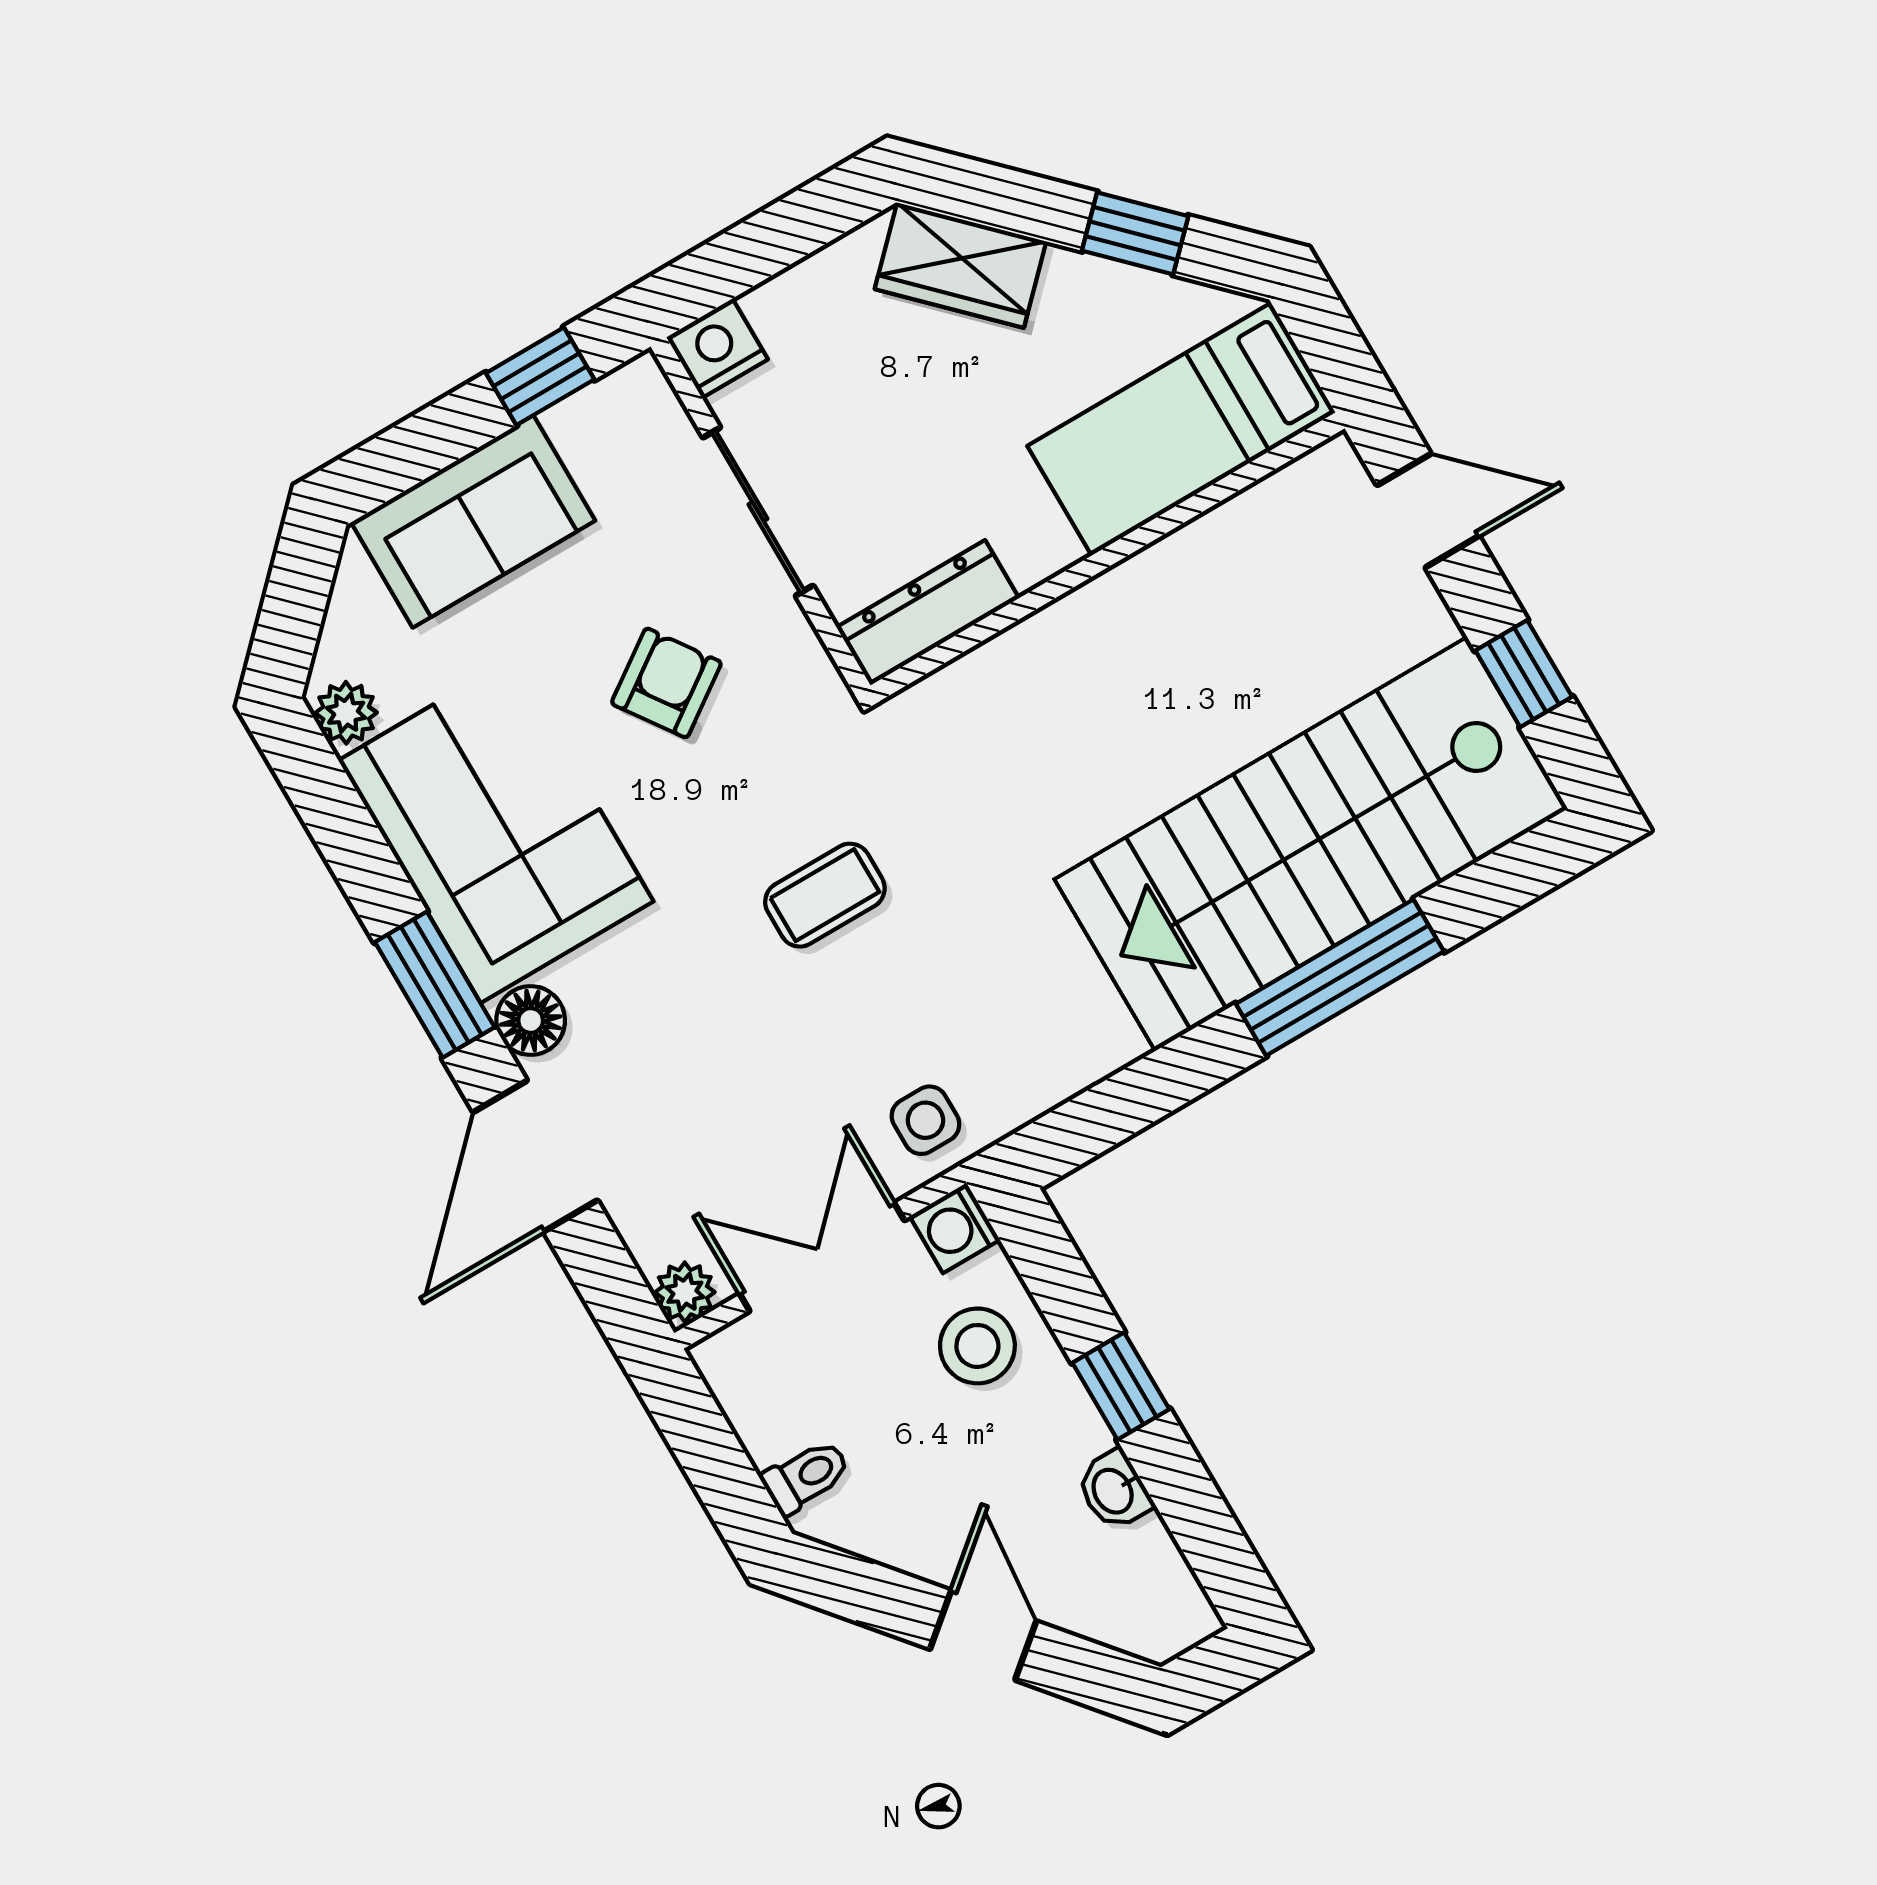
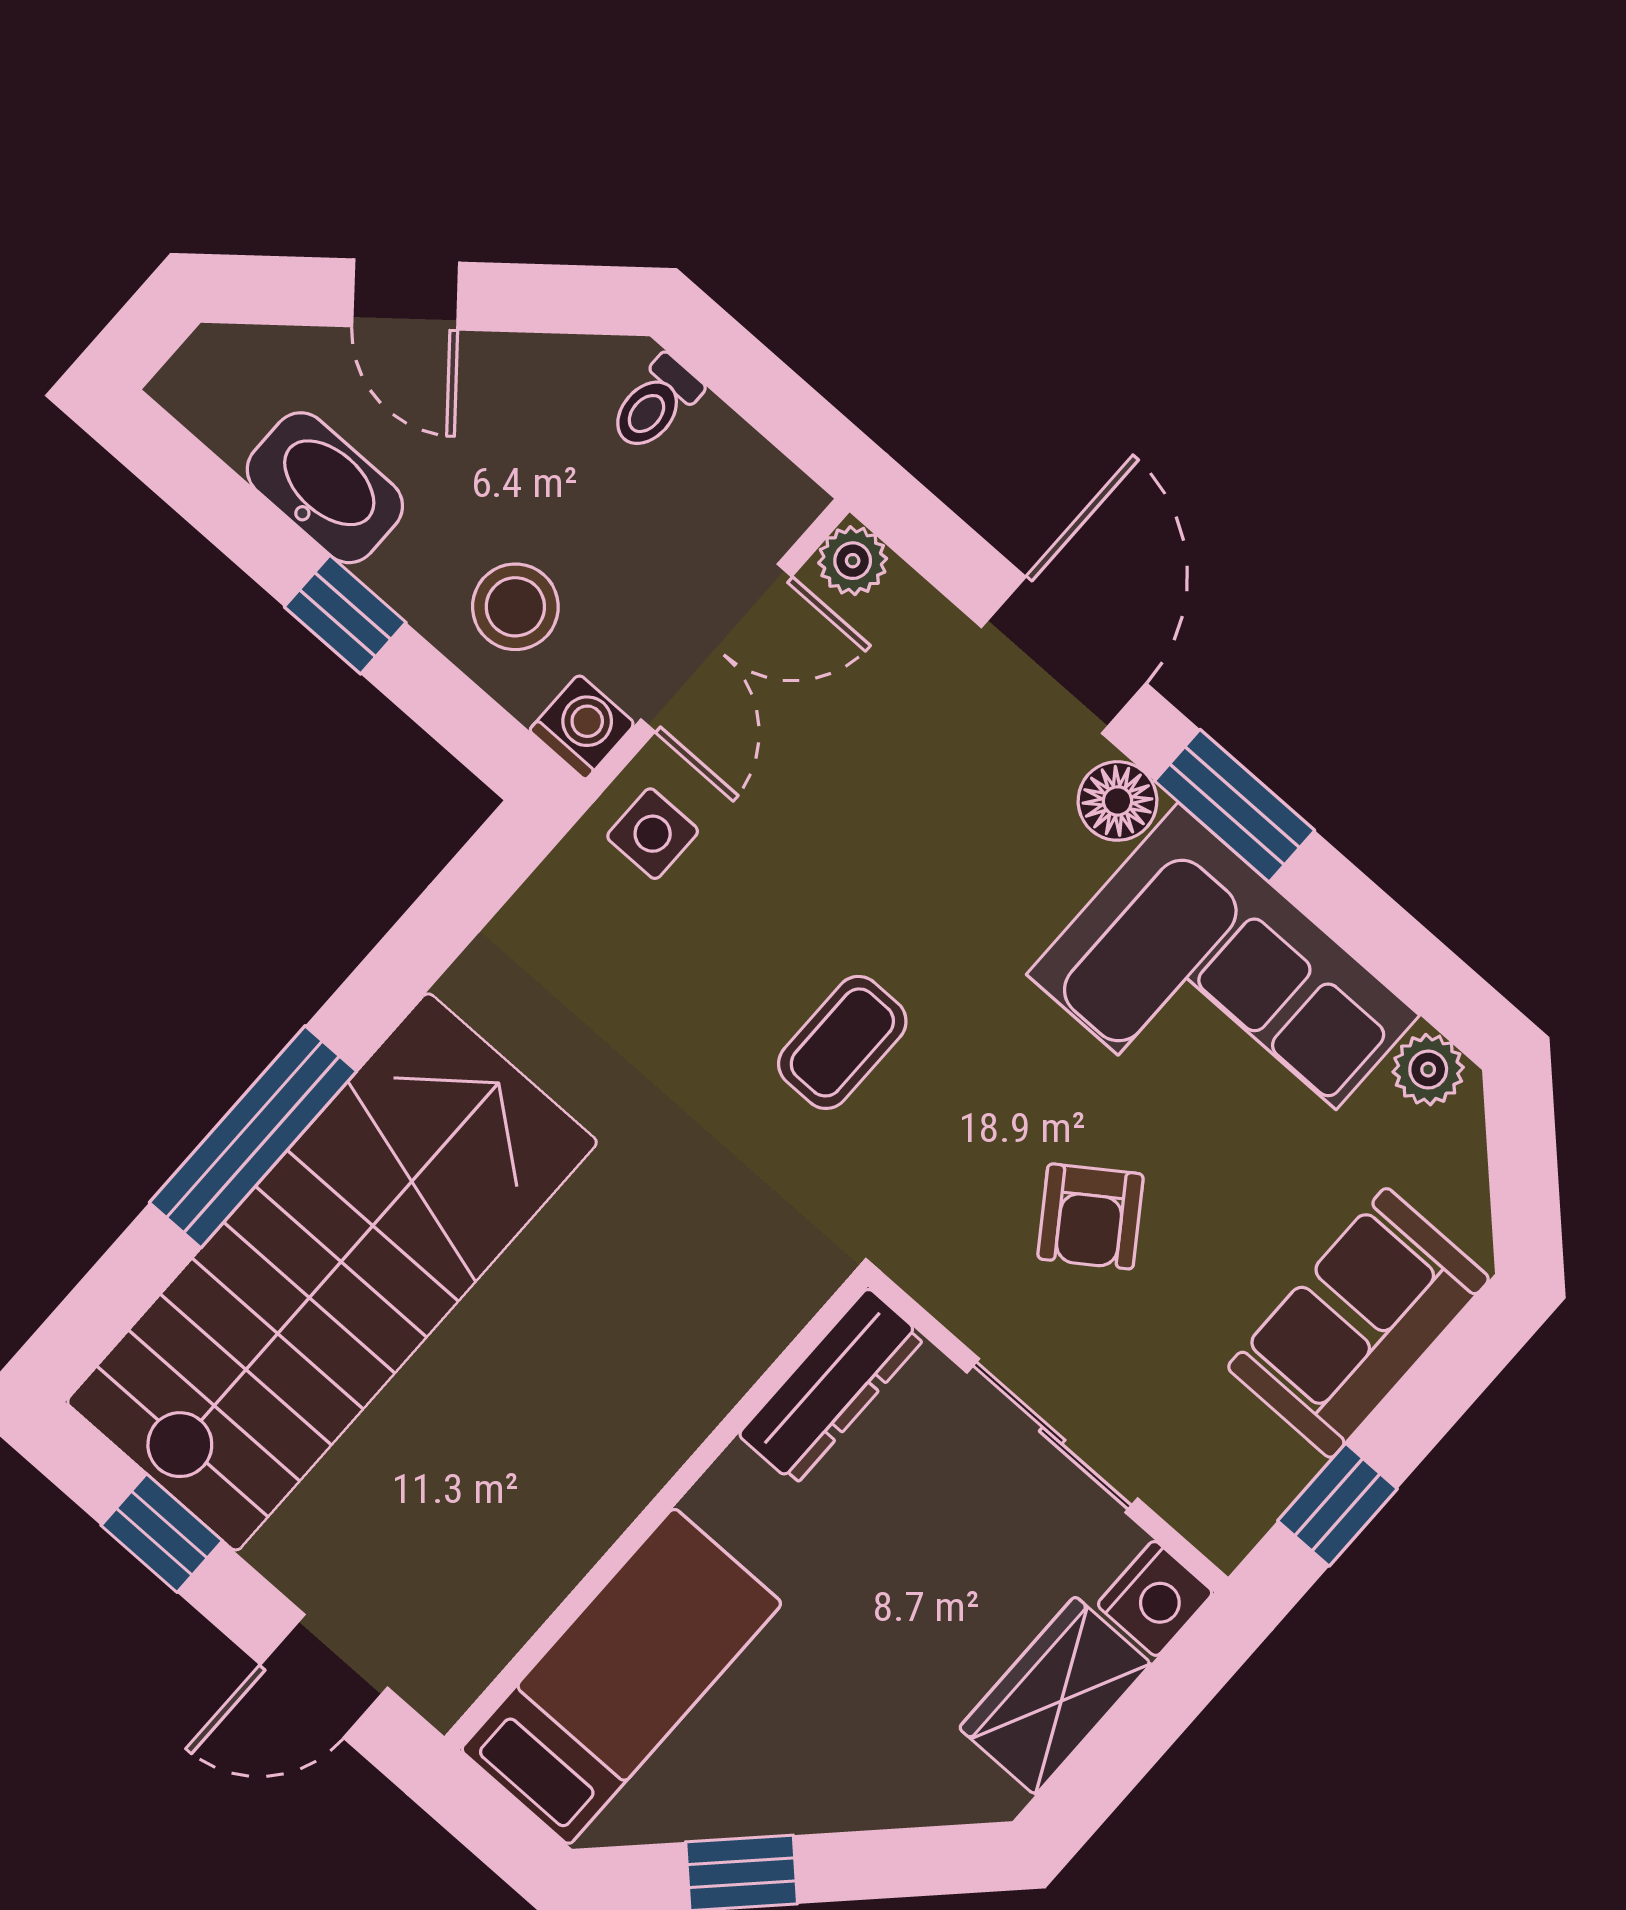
wardrobe: (961, 265) -> (1055, 1696), moved, turned -45
washbasin: (1114, 1490) -> (325, 488), width x1.91, depth x1.45

